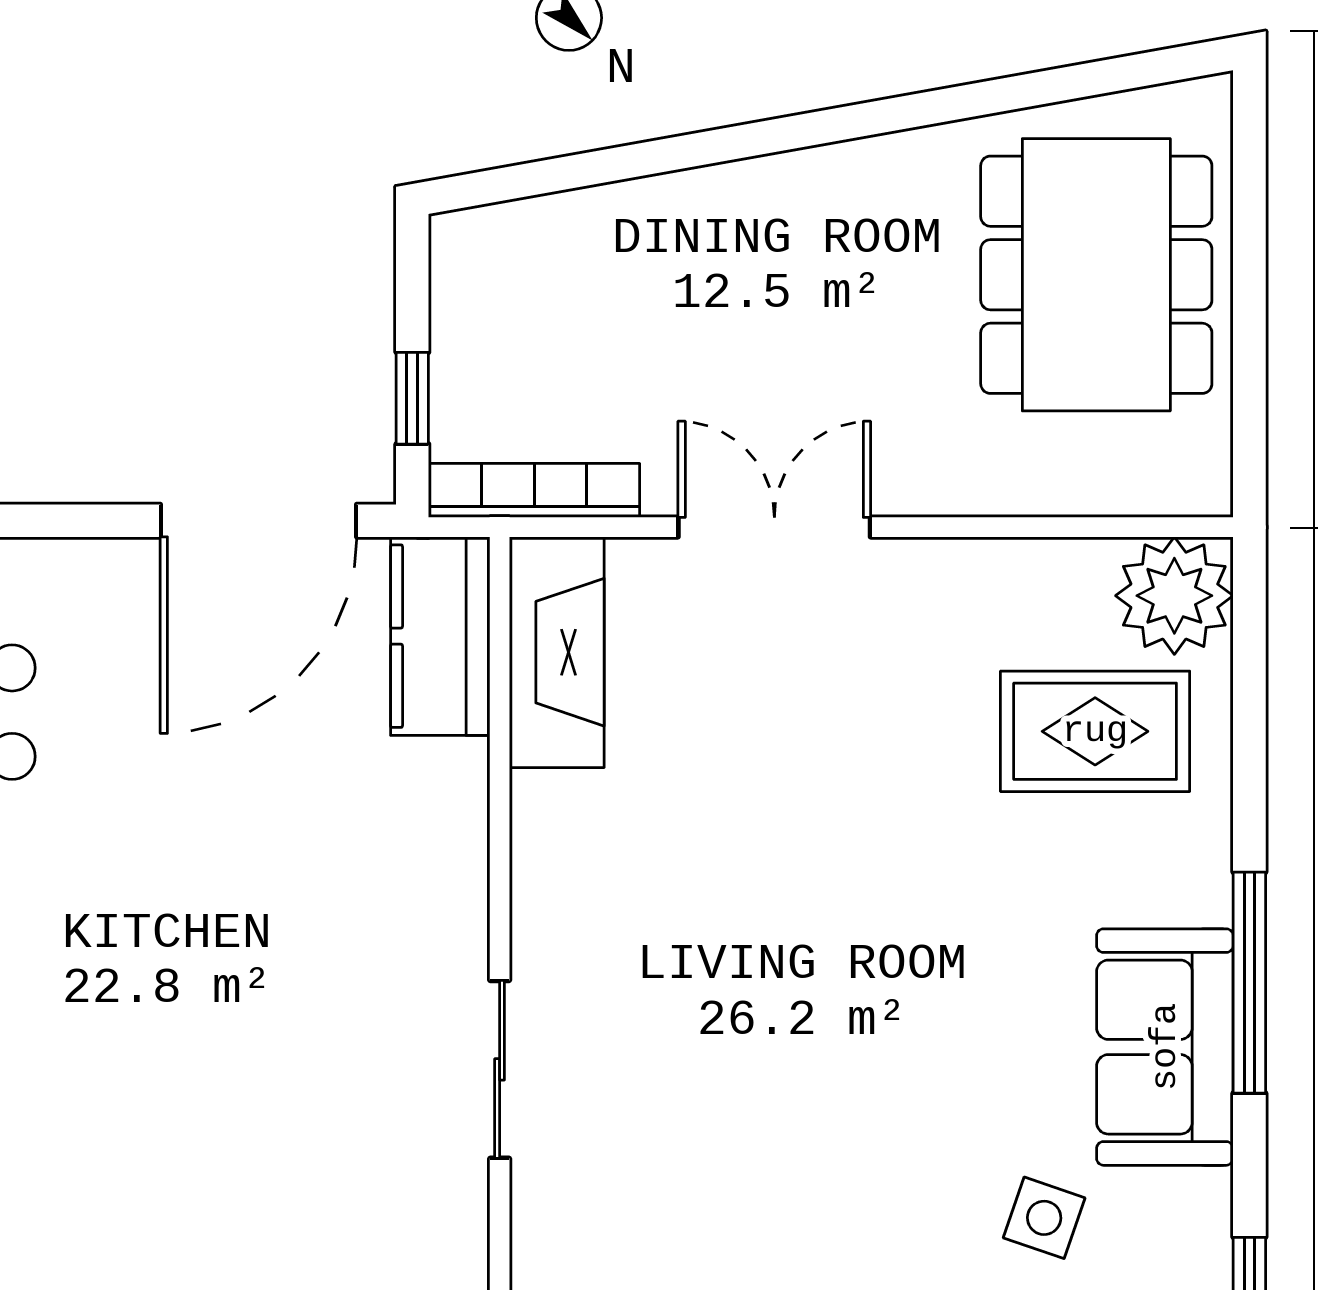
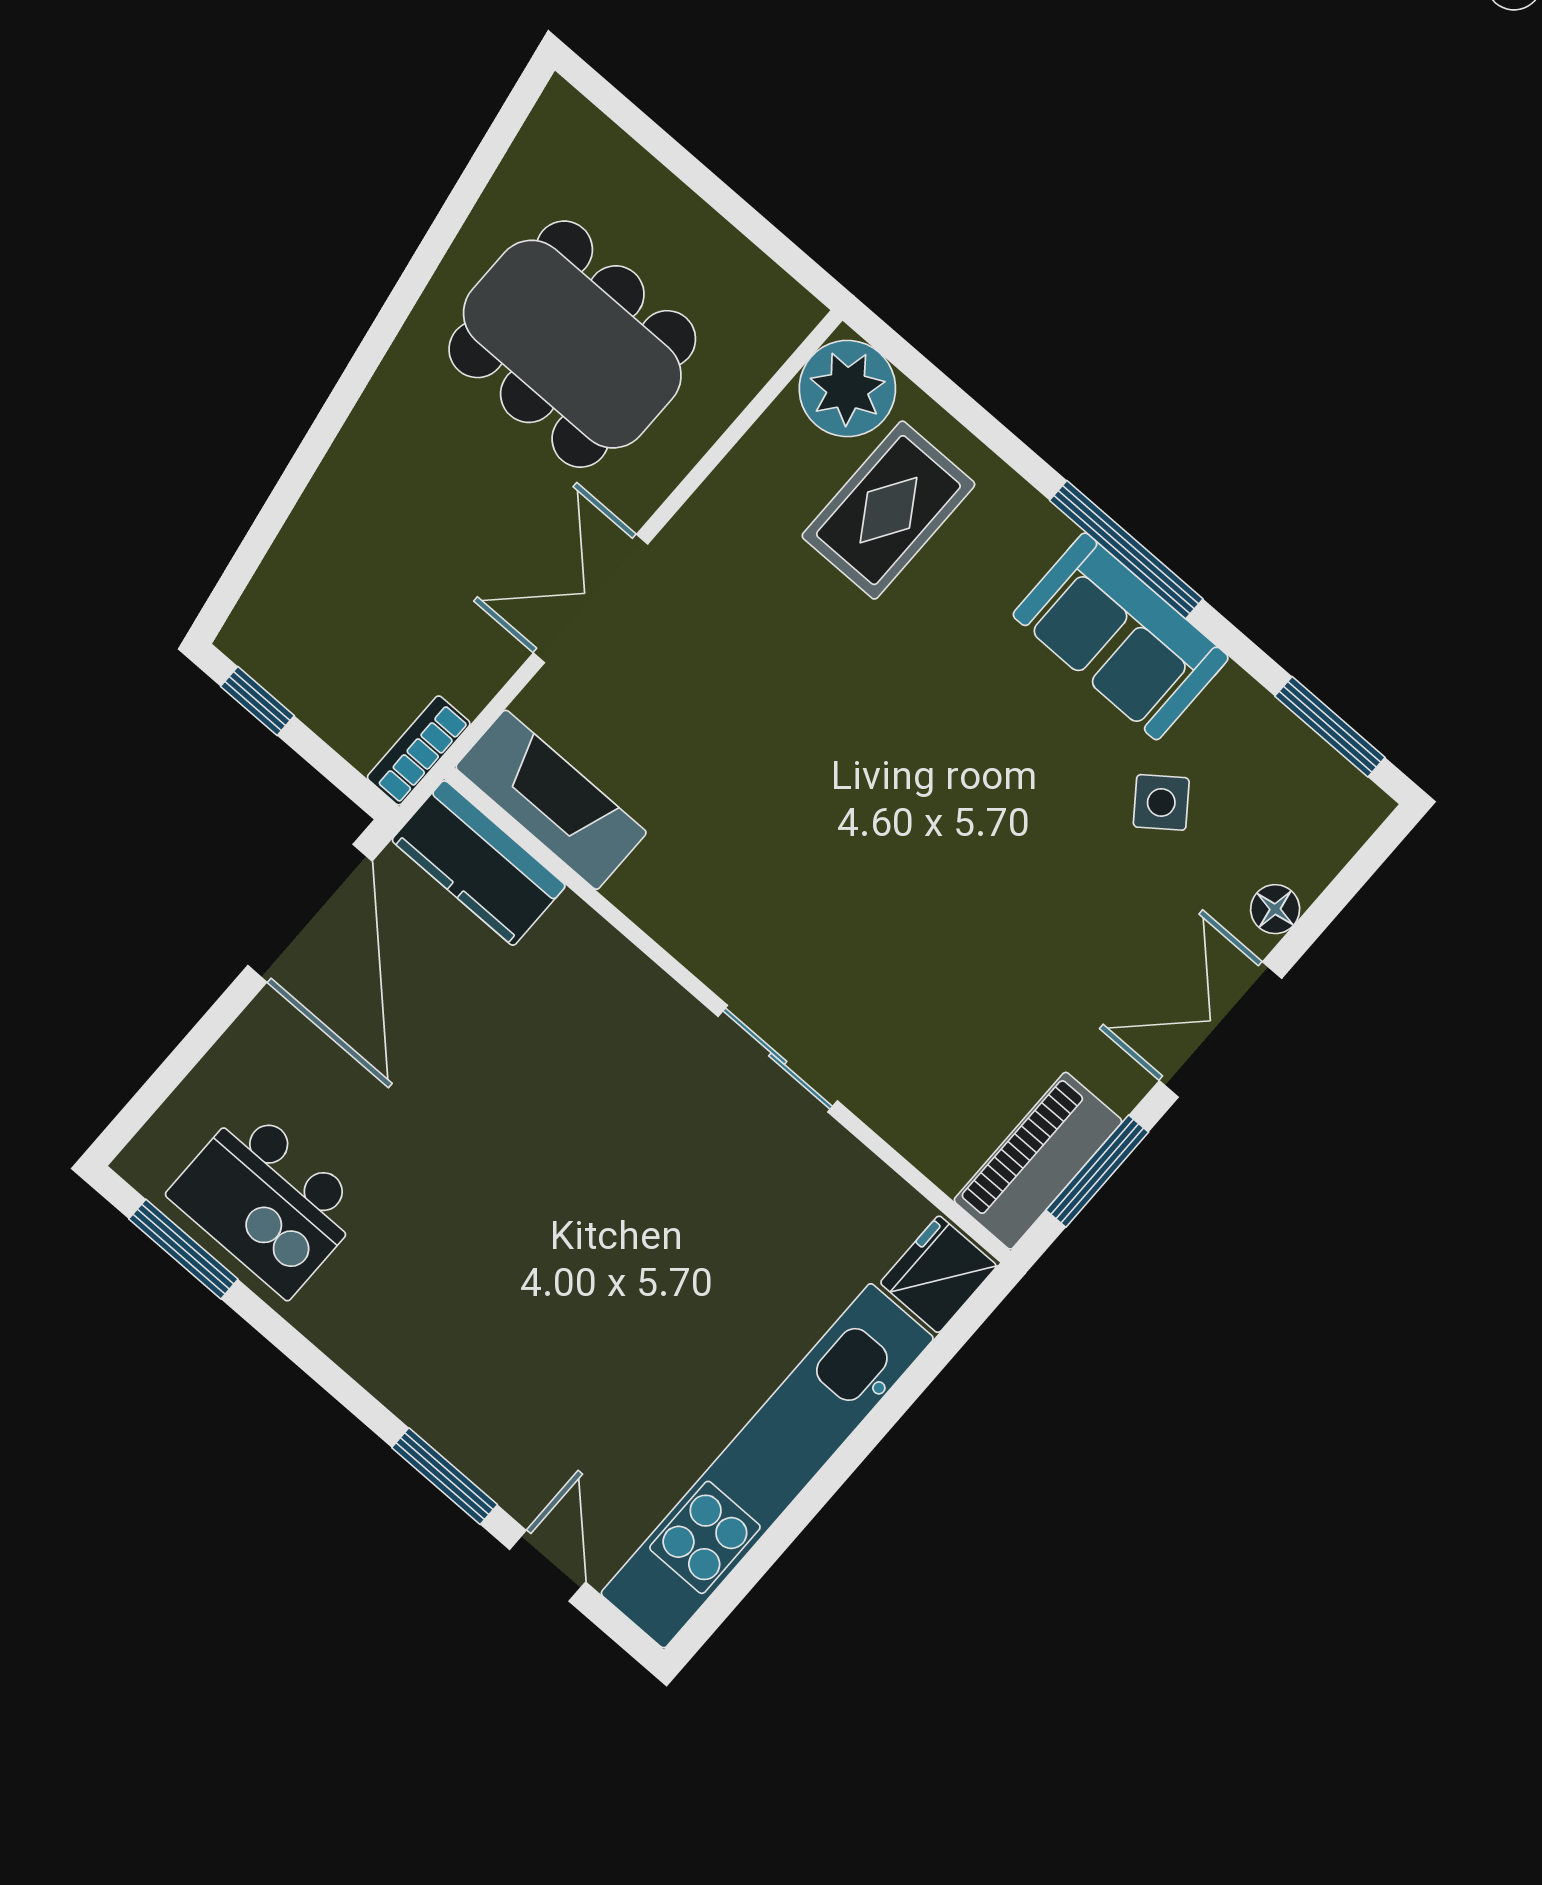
dining table: (1096, 275) -> (572, 344), moved
window: (412, 398) -> (257, 701), moved
bookcase: (534, 490) -> (419, 750), width x0.64
side table: (1044, 1218) -> (1161, 802), turned 34

